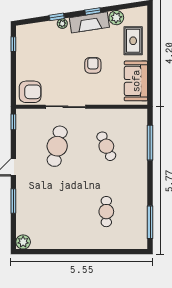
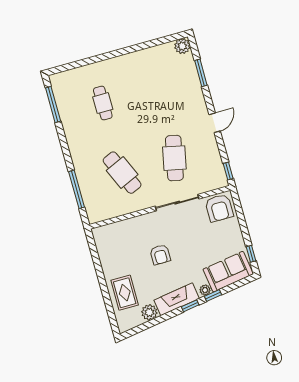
window: (93, 11) -> (190, 306), moved
sofa: (136, 81) -> (228, 272), moved, turned -99
armchair: (30, 92) -> (219, 208), turned -90
cafe table: (106, 146) -> (122, 173), width x1.37, depth x1.35
window: (13, 201) -> (201, 73), moved

